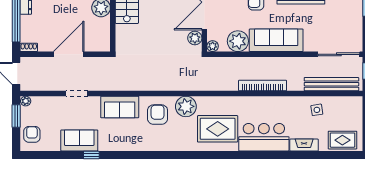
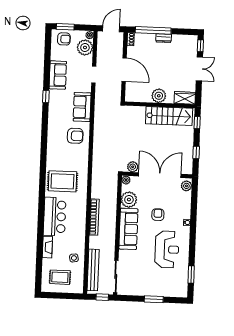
plant: (186, 106) -> (85, 47), moved
window: (16, 116) -> (65, 27), moved
rug: (218, 129) -> (62, 181), turned 90
rug: (342, 140) -> (60, 277), moved, turned 90
window: (91, 155) -> (46, 96), moved

